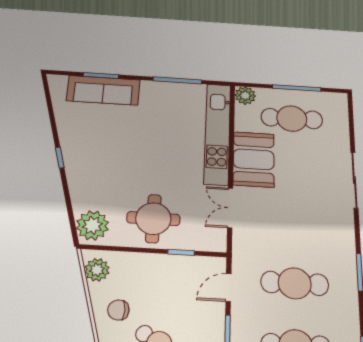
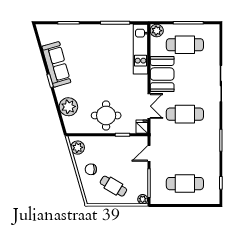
sofa: (103, 90) -> (56, 64), moved, turned -106
kitchen unit: (217, 133) -> (140, 49), width x0.73
double door: (230, 208) -> (149, 106), swing flipped
plant: (92, 225) -> (68, 107), moved
fridge: (217, 241) -> (142, 127), added
cafe table: (295, 283) -> (185, 114), moved

